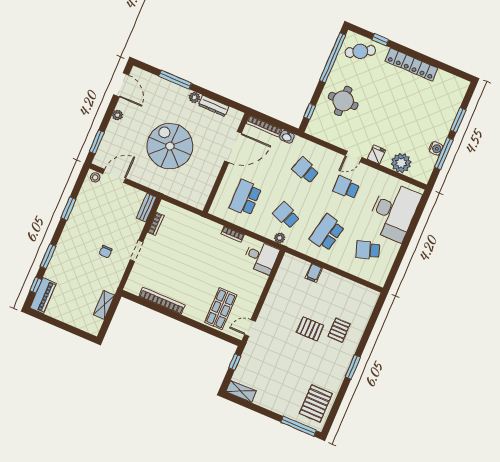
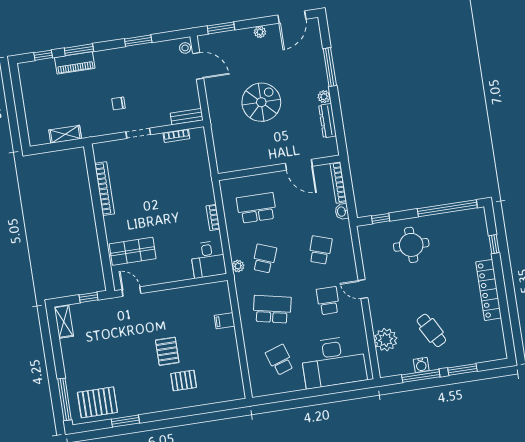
cafe table: (360, 51) -> (431, 330), moved
spiral stairs: (170, 146) -> (261, 102), width x0.73, depth x0.73
door: (233, 147) -> (299, 165), width x0.73
fridge: (376, 155) -> (379, 310), removed
piano: (43, 296) -> (75, 63), moved
window: (353, 367) -> (125, 421), moved

